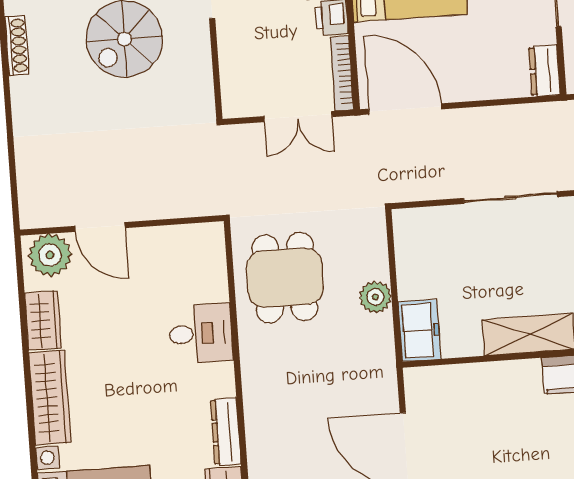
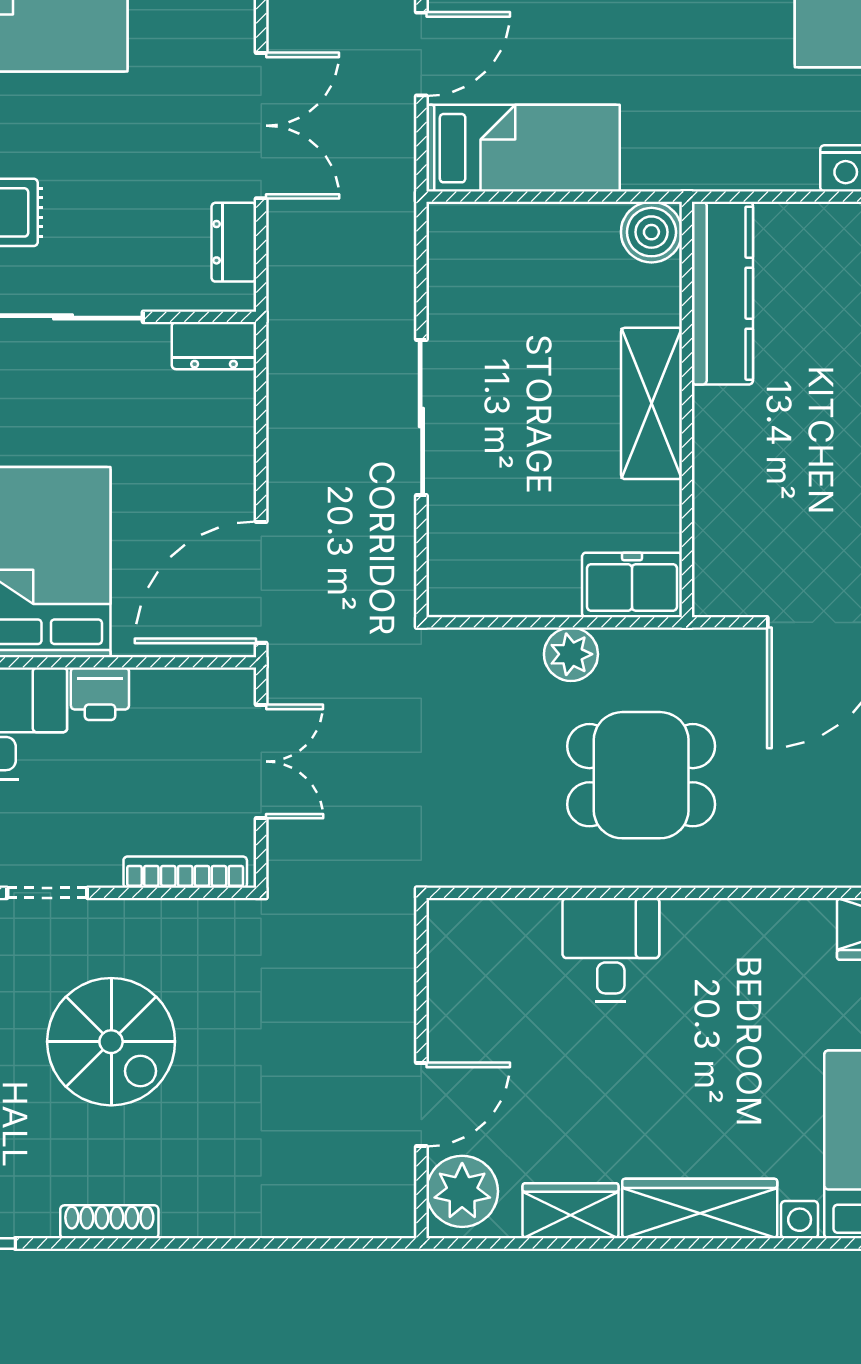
bookcase: (342, 73) -> (185, 872), moved, turned 180
dining table: (285, 278) -> (641, 775), moved
dresser: (226, 432) -> (777, 920), removed

